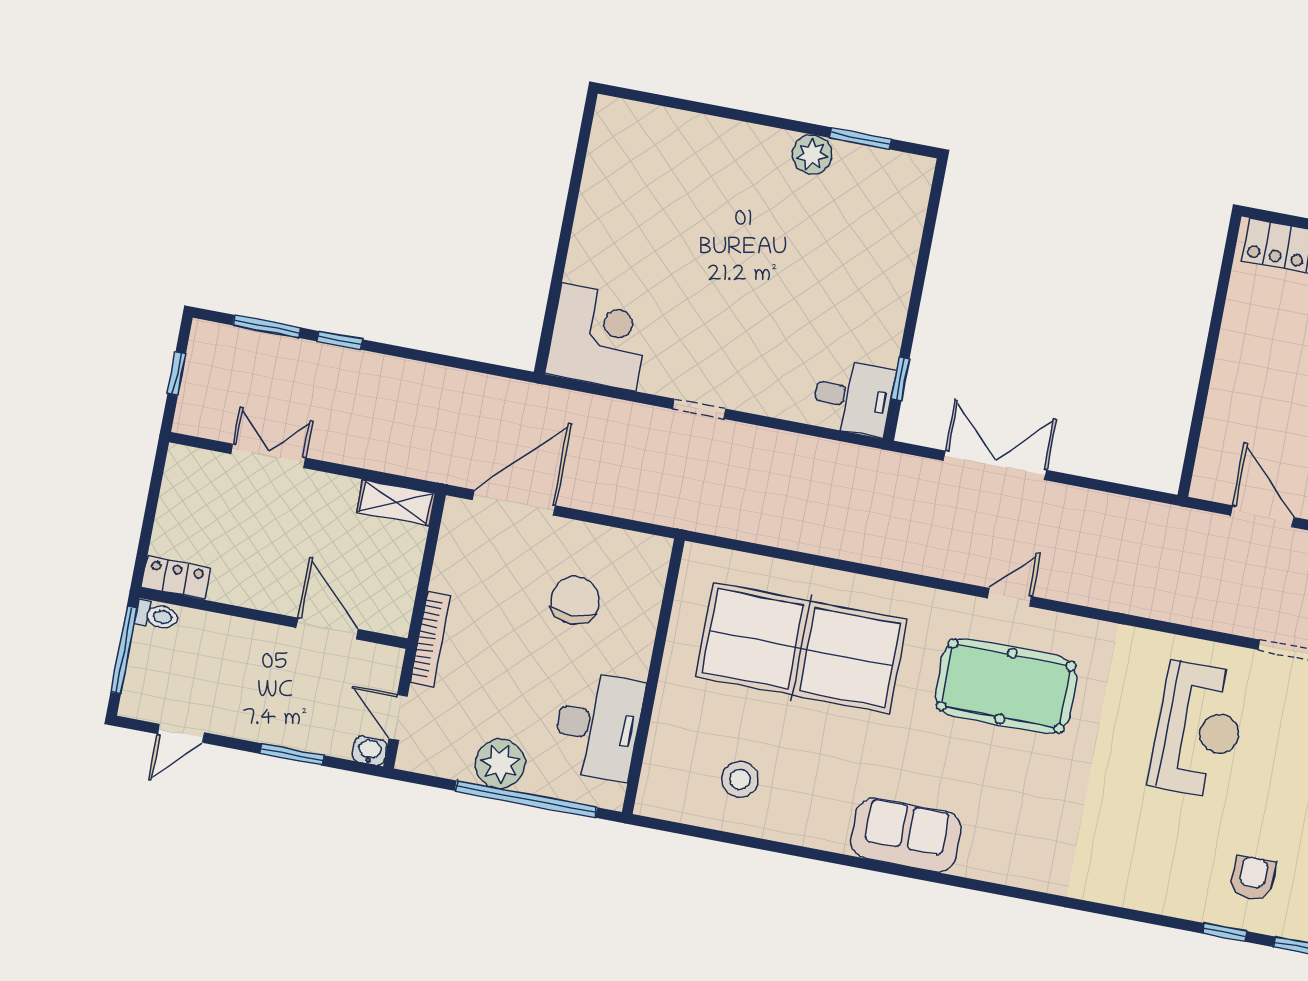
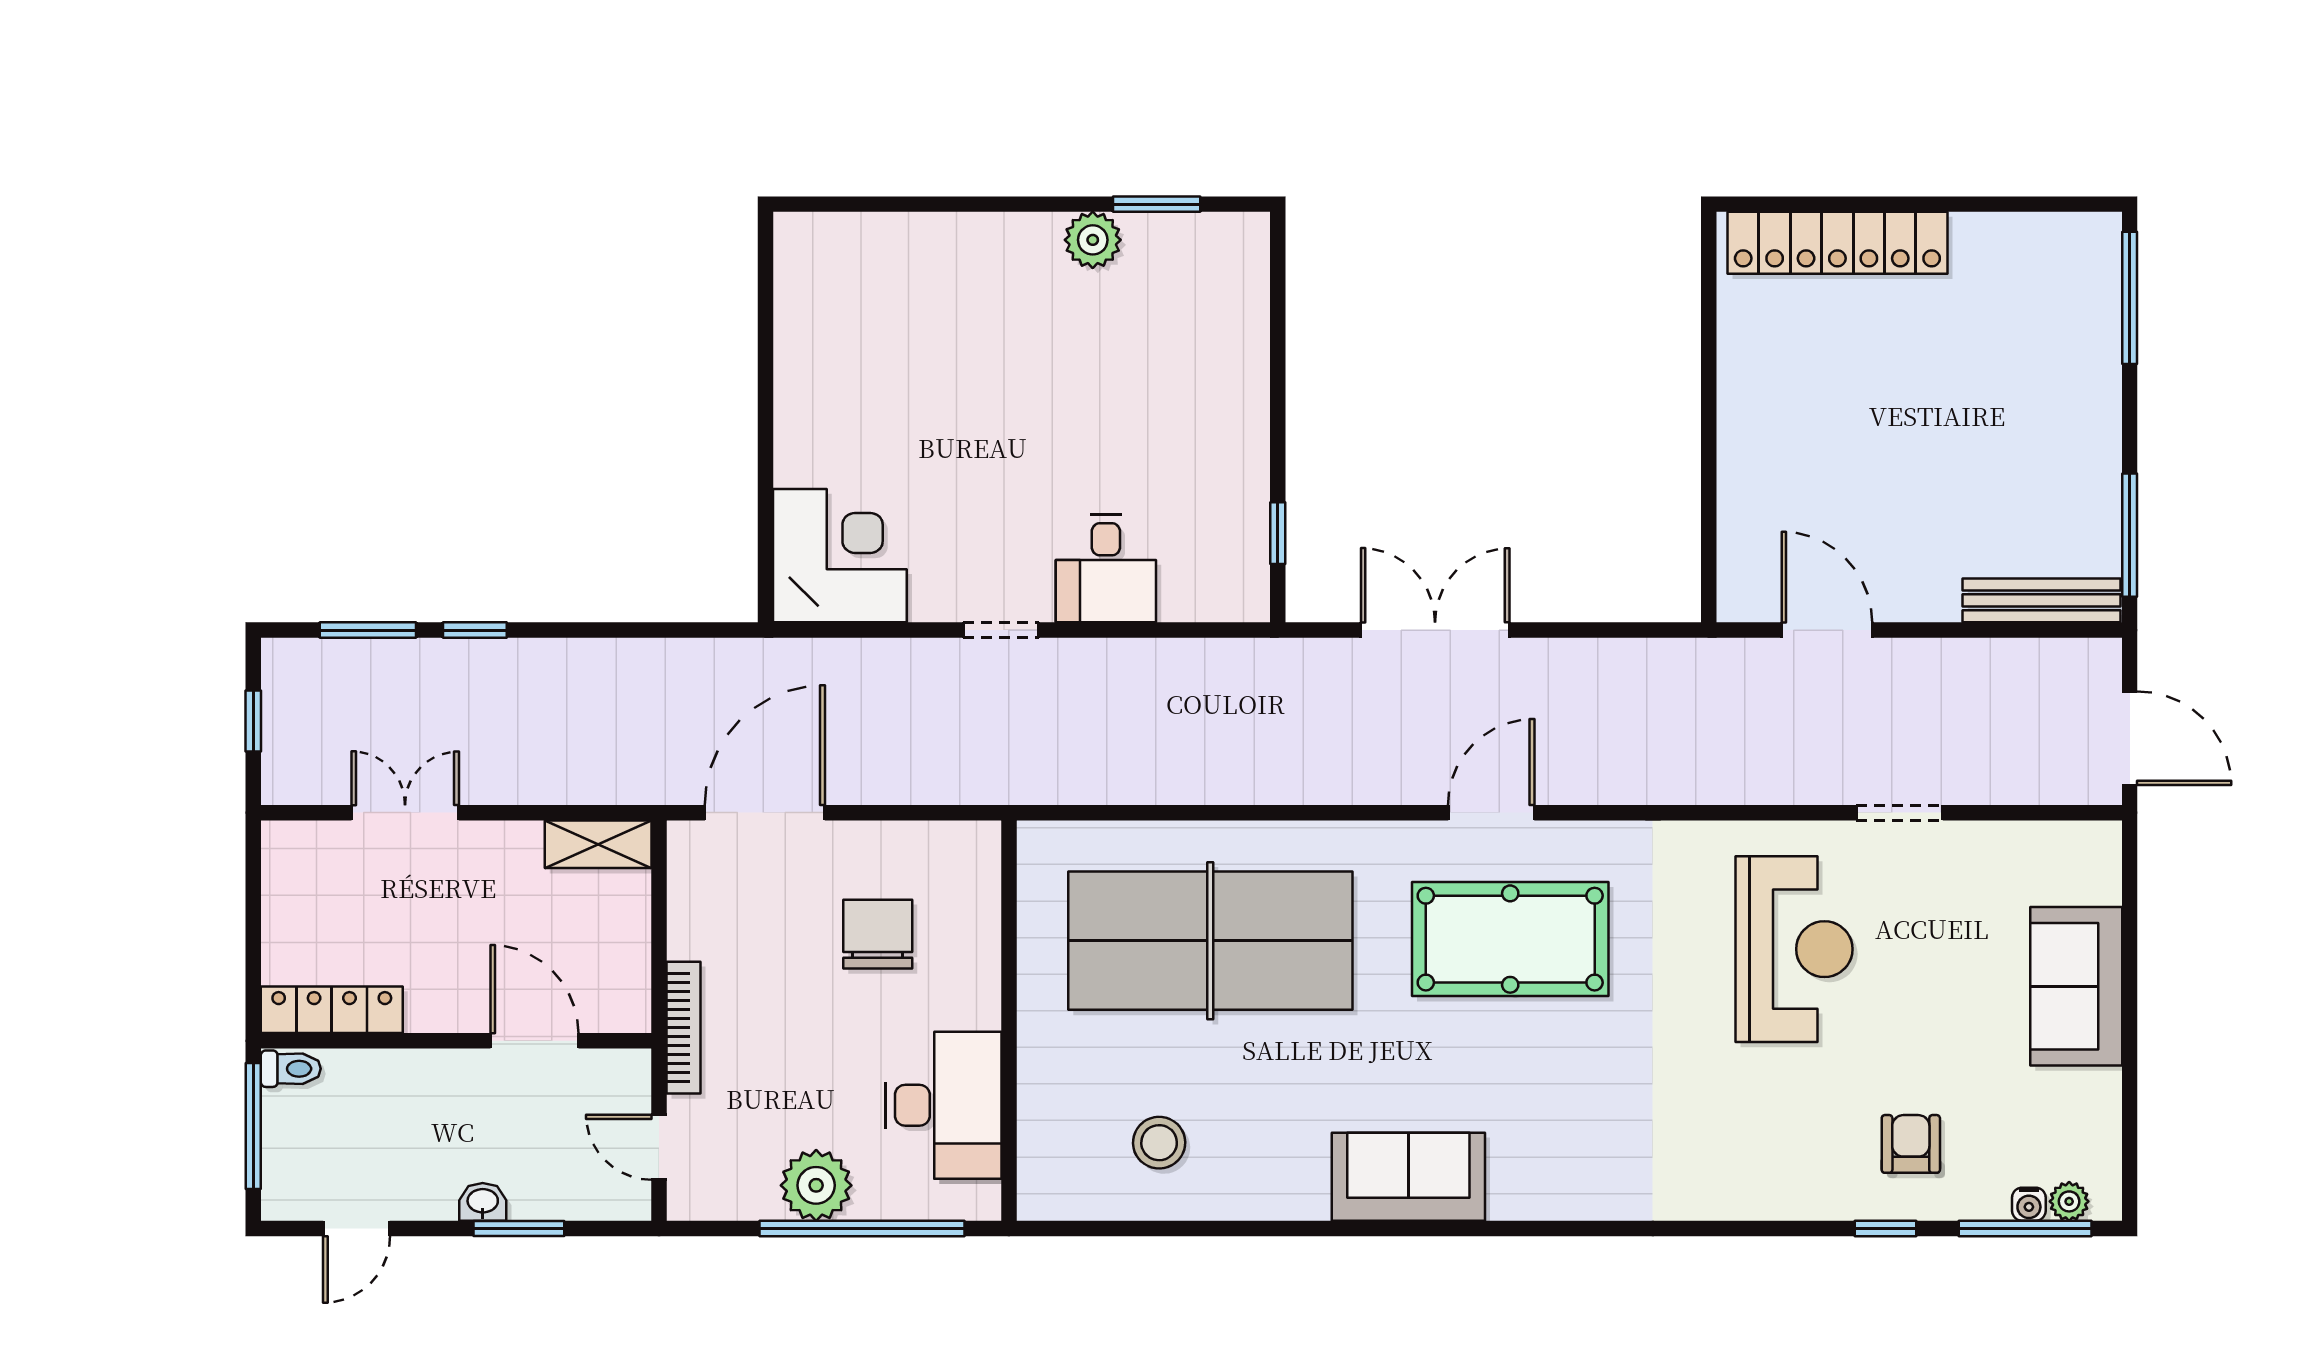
desk: (853, 397) -> (1106, 568), moved, turned 90
locker: (176, 578) -> (332, 1010), width x1.53
door: (1010, 597) -> (1491, 813), width x1.38
washbasin: (370, 751) -> (483, 1202), moved

